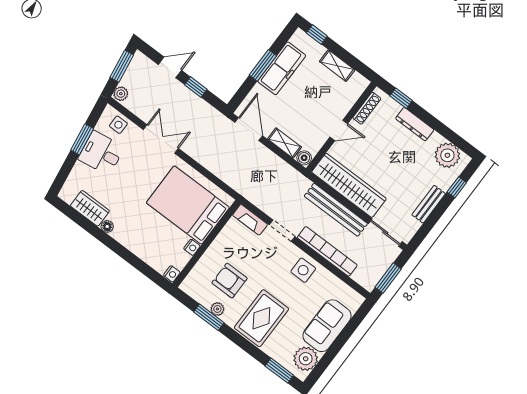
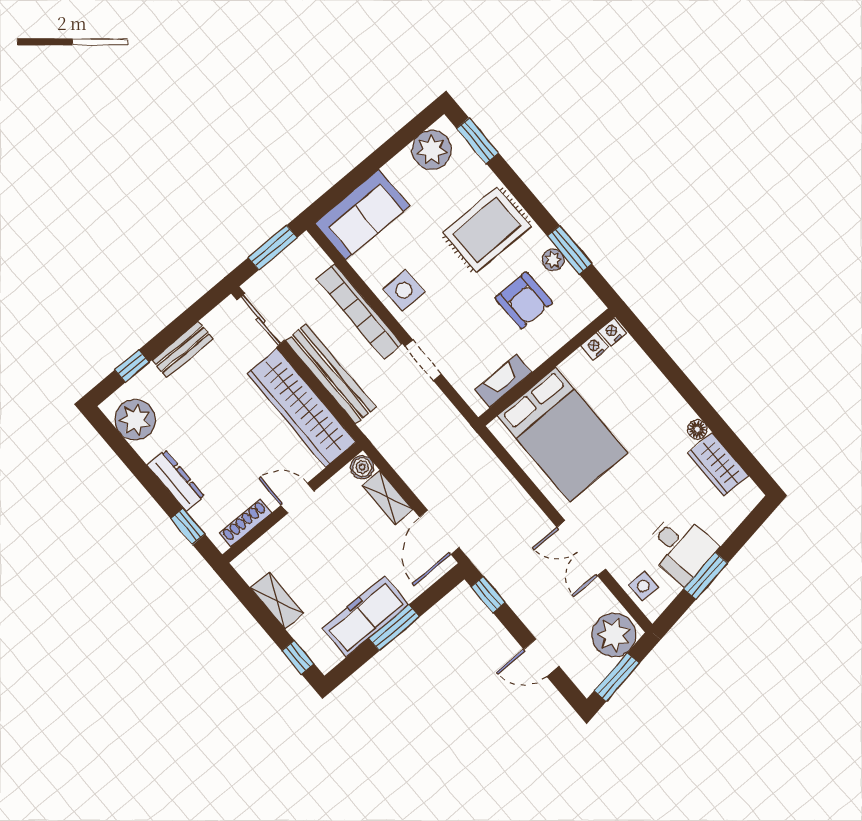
window: (196, 87) -> (488, 594), moved
plant: (121, 94) -> (614, 635), width x1.88, depth x1.88
fireplace: (250, 220) -> (503, 381), moved, turned -90
nightstand: (192, 247) -> (595, 346), moved
sofa: (327, 326) -> (362, 215), moved

